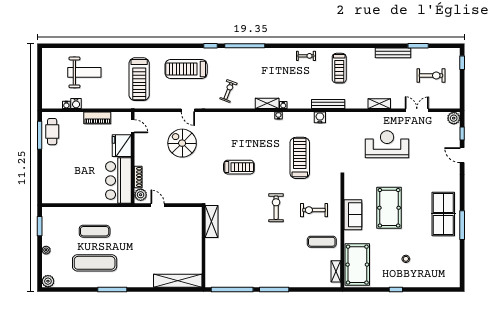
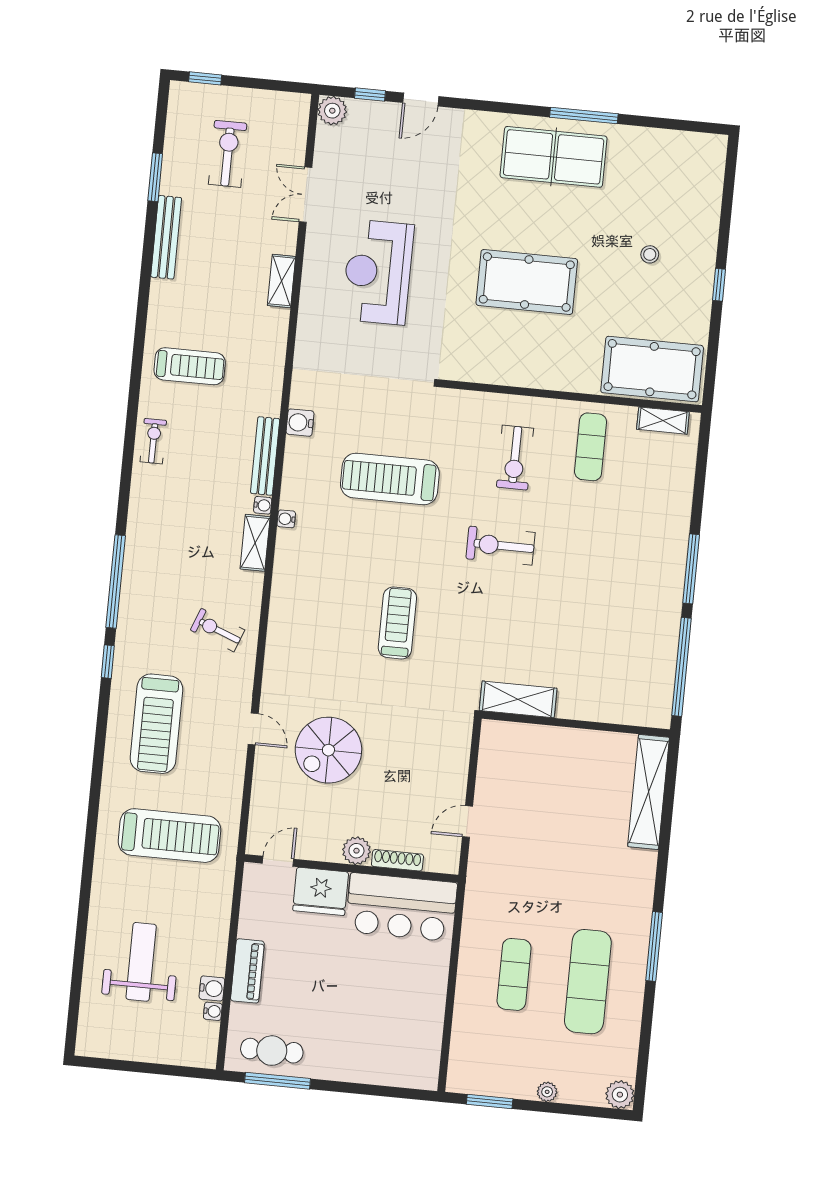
bench: (328, 104) -> (265, 456), moved
door: (188, 110) -> (253, 729), hinge flipped
piano: (97, 118) -> (247, 971), moved
plant: (141, 195) -> (356, 851), moved
sofa: (353, 215) -> (535, 368), removed

